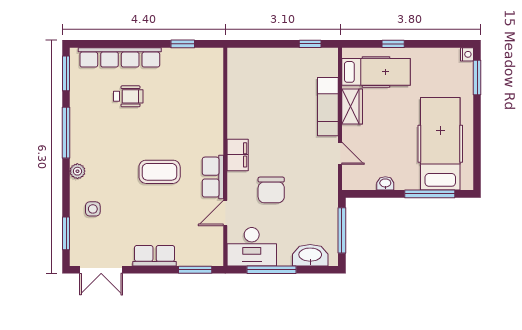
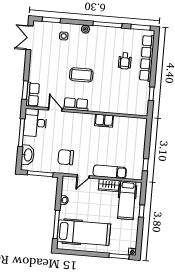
filing cabinet: (238, 155) -> (104, 121), moved
coffee table: (160, 172) -> (81, 75), turned 90
chair: (271, 190) -> (66, 157), moved
row of seats: (155, 256) -> (33, 94), moved

